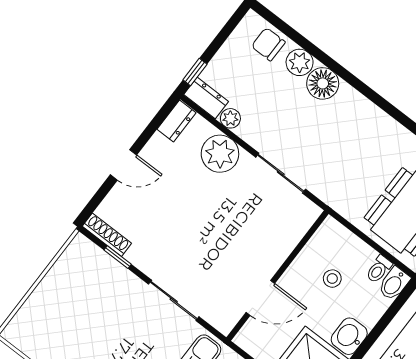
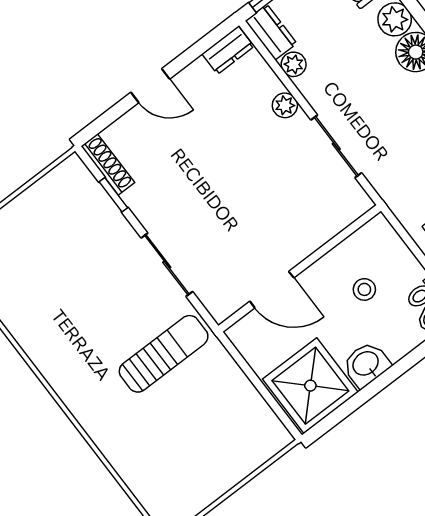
plant: (220, 154) -> (285, 105), width x0.53, depth x0.53

